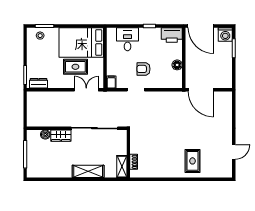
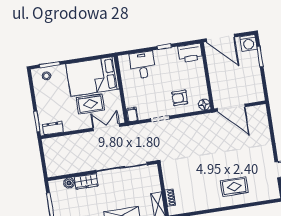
floor lamp: (177, 65) -> (204, 104), moved
armchair: (143, 69) -> (180, 98), moved
rug: (193, 161) -> (234, 187), turned 90

